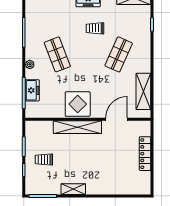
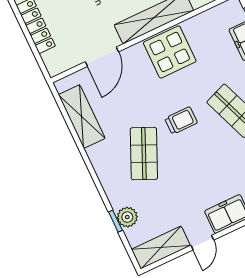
plant: (144, 24) -> (127, 217), added
trolley: (95, 28) -> (181, 121), moved

